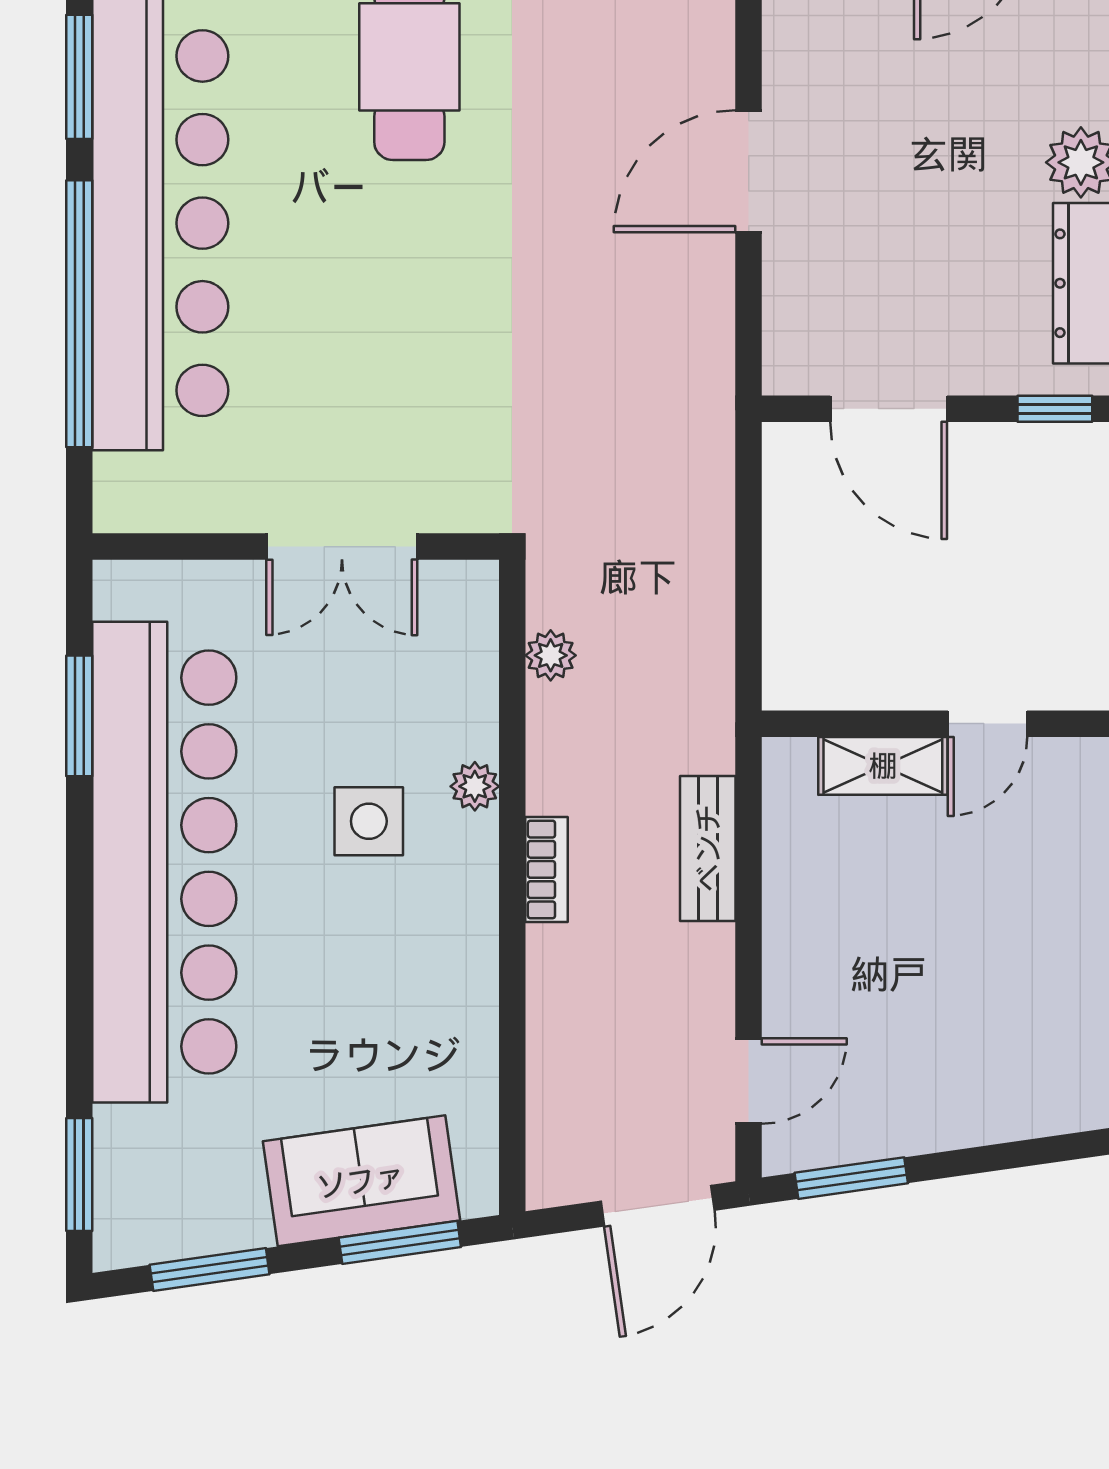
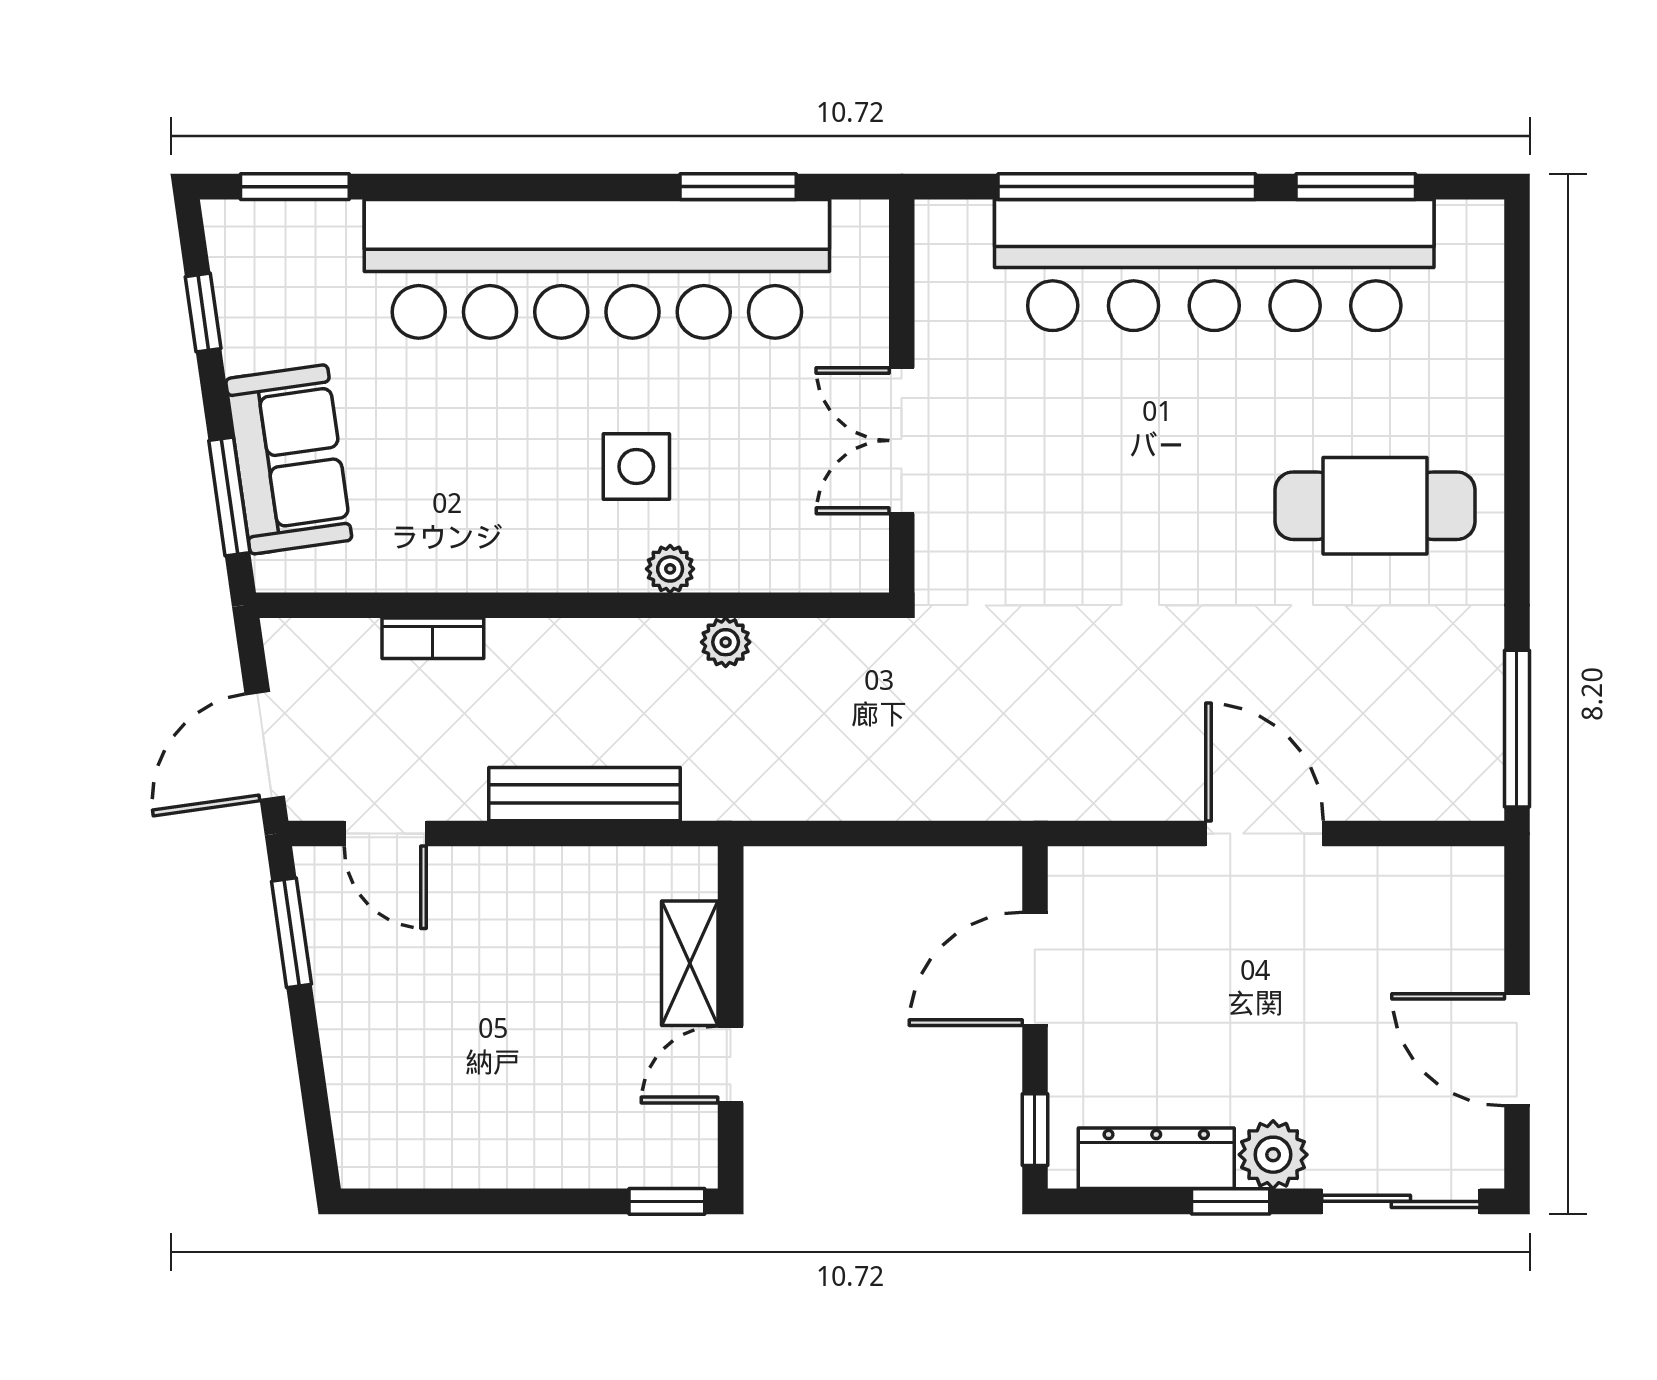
plant: (551, 655) -> (726, 642), moved
door: (987, 724) -> (731, 1064), hinge flipped
bench: (708, 848) -> (584, 794), width x1.36
bookcase: (546, 869) -> (433, 638), moved
door: (658, 1206) -> (265, 746), hinge flipped
window: (210, 1269) -> (203, 313), width x0.67

